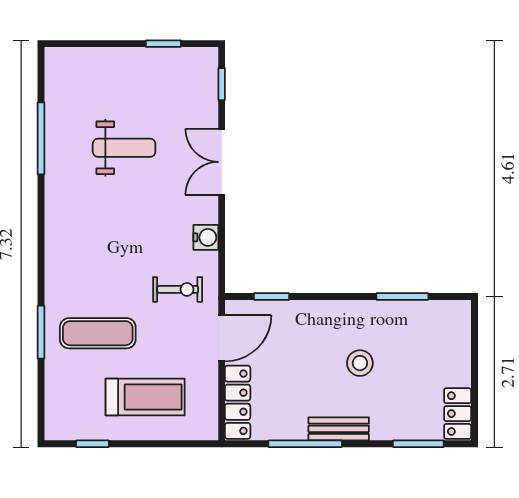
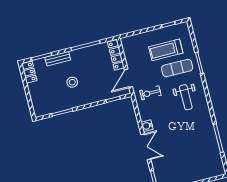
weight bench: (124, 148) -> (186, 97), moved, turned -90
water cooler: (206, 237) -> (147, 126), moved
treadmill: (145, 397) -> (166, 50), moved
bench: (339, 429) -> (58, 59), moved

